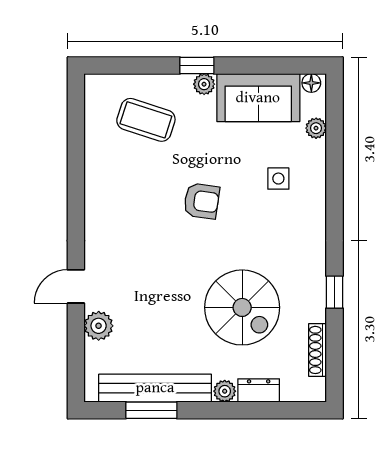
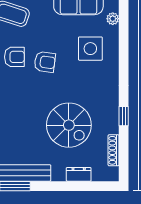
side table: (278, 179) -> (90, 49), width x1.87, depth x1.87
armchair: (150, 192) -> (14, 57), added
plant: (225, 391) -> (59, 175), removed

